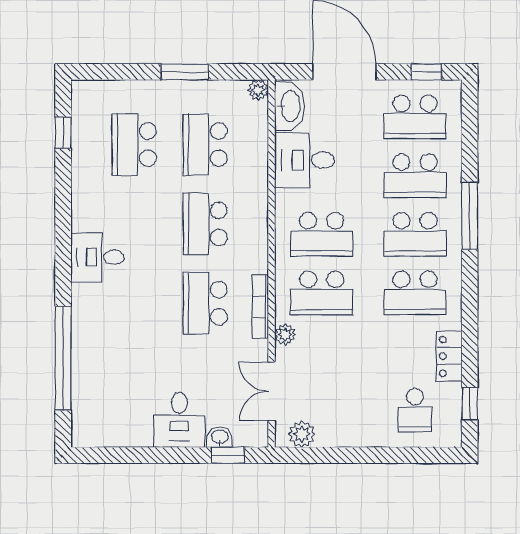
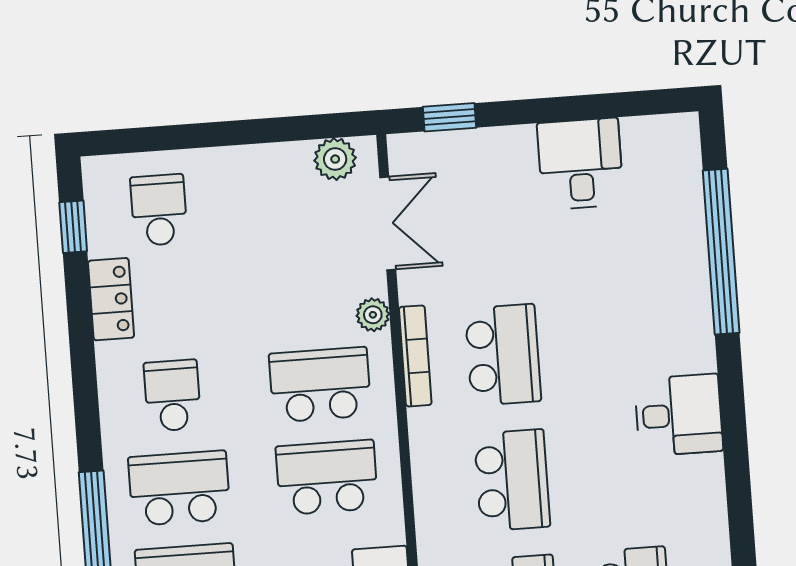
school desk: (415, 293) -> (172, 396), width x0.54
desk: (179, 420) -> (580, 164), moved
washbasin: (220, 437) -> (464, 145), removed

